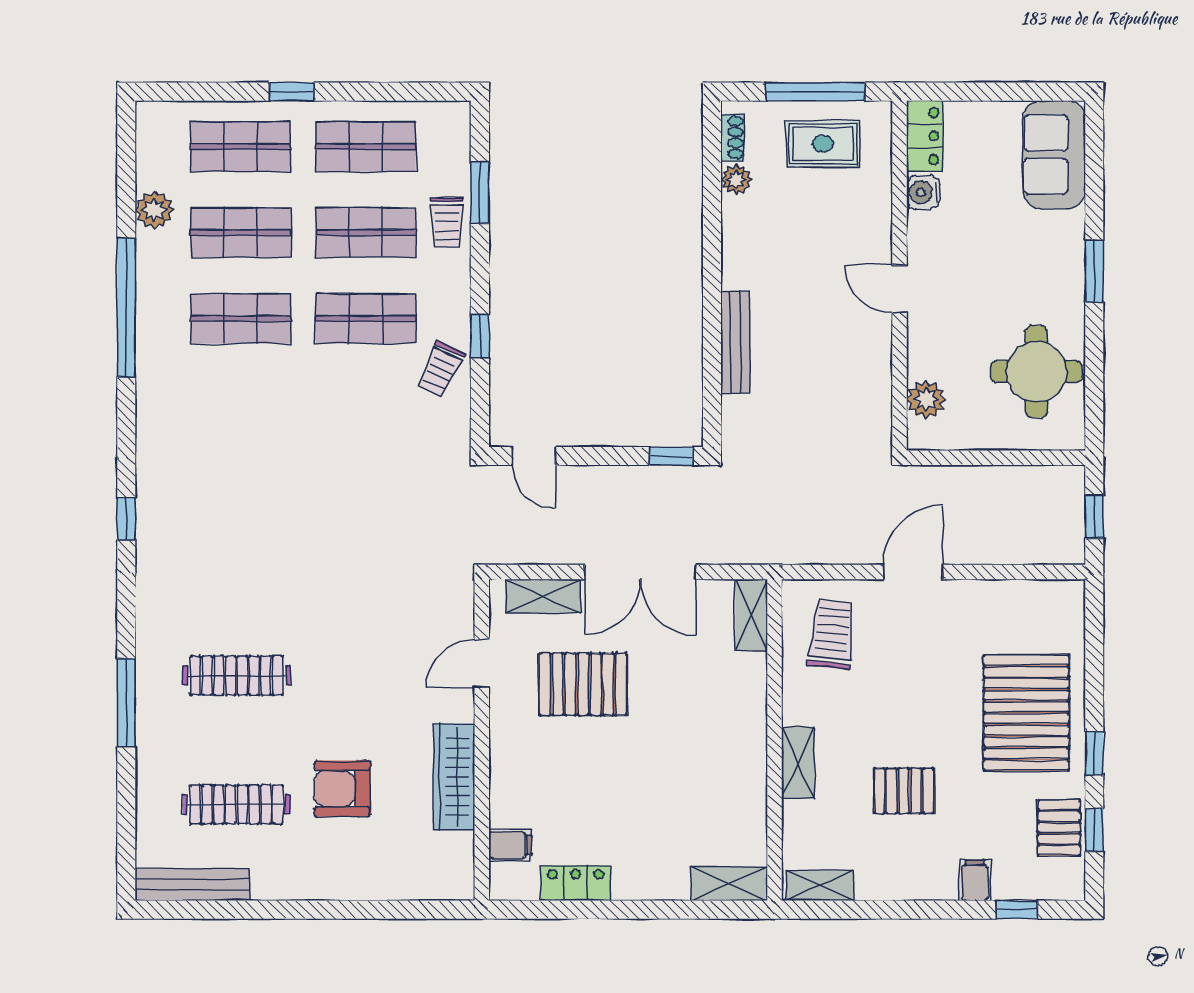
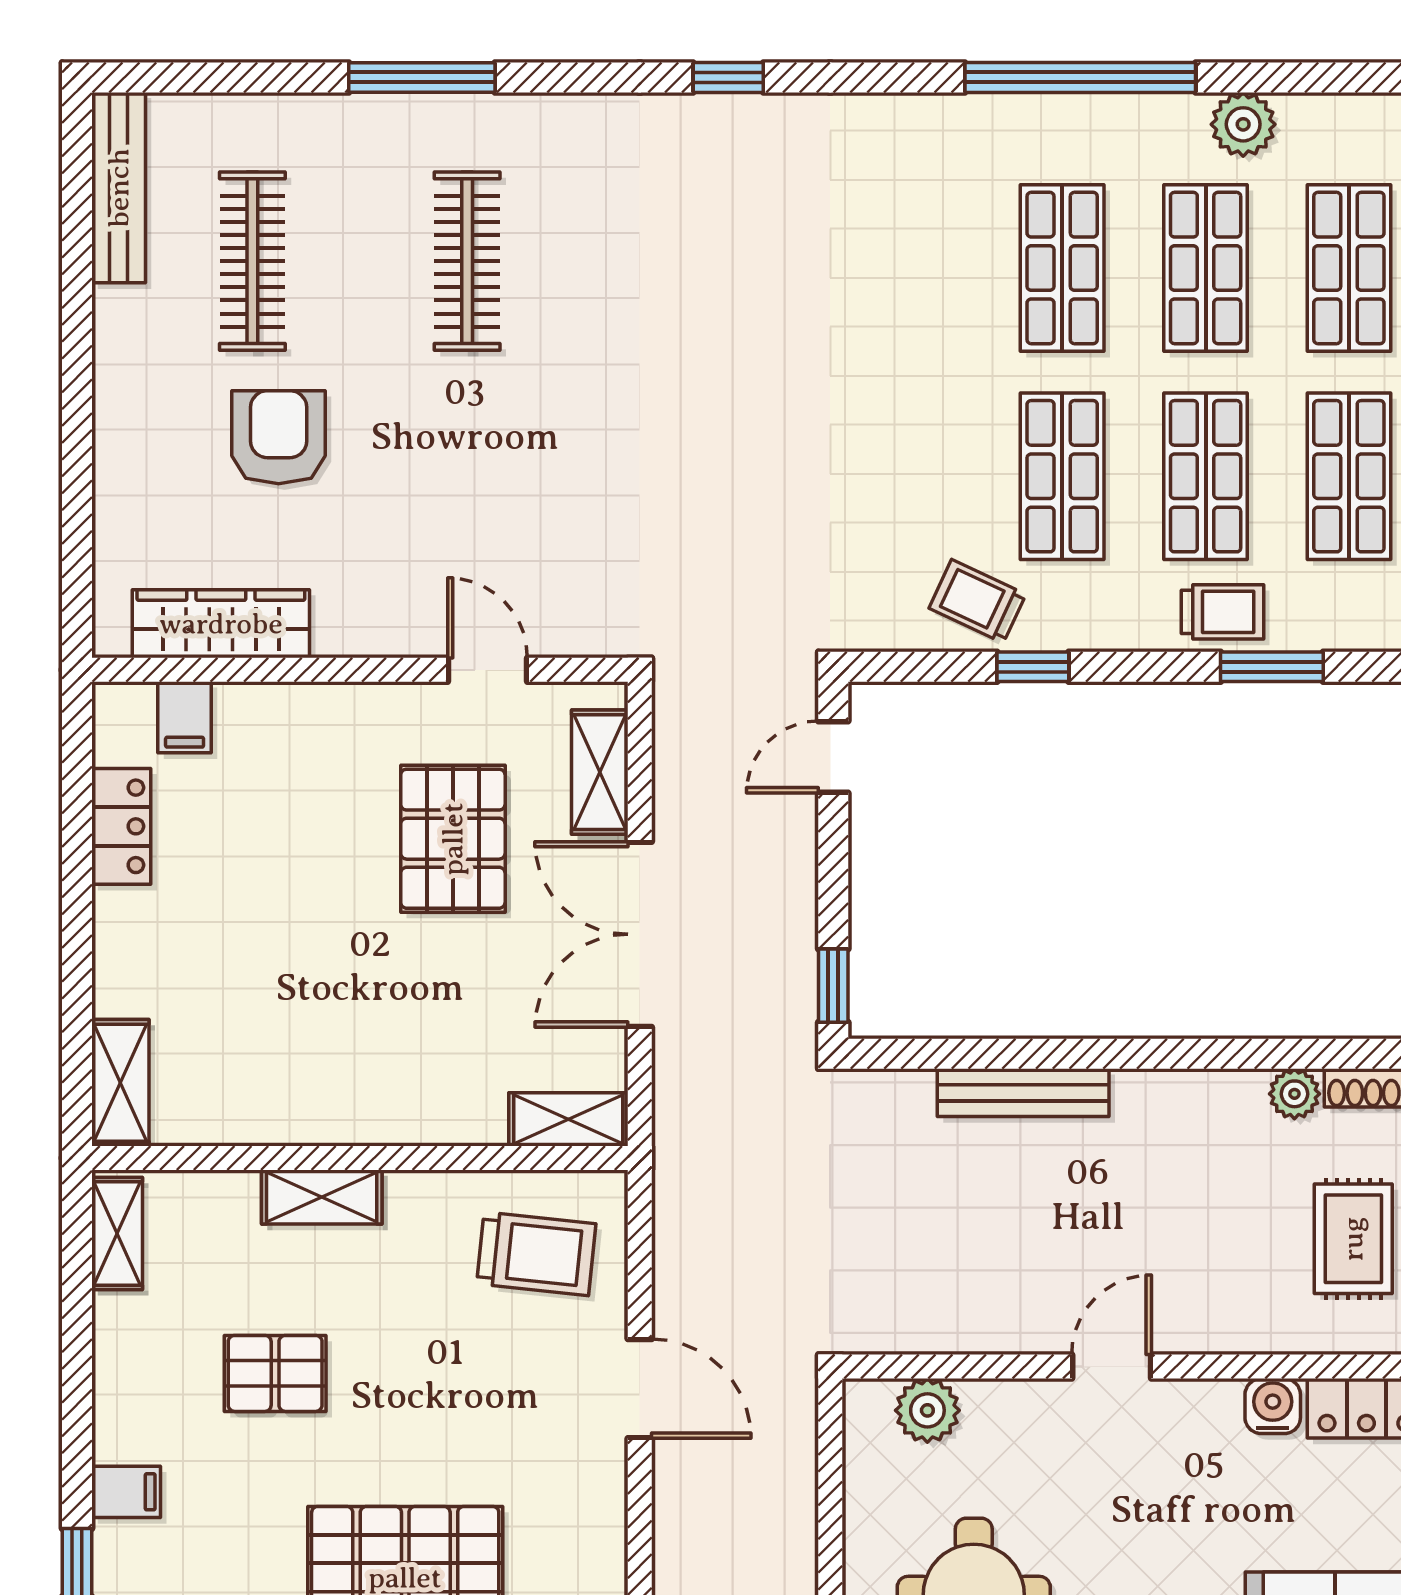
trolley: (447, 222) -> (1222, 612), turned 180
wardrobe: (454, 777) -> (221, 624), moved
pallet: (904, 791) -> (275, 1373), turned 90

